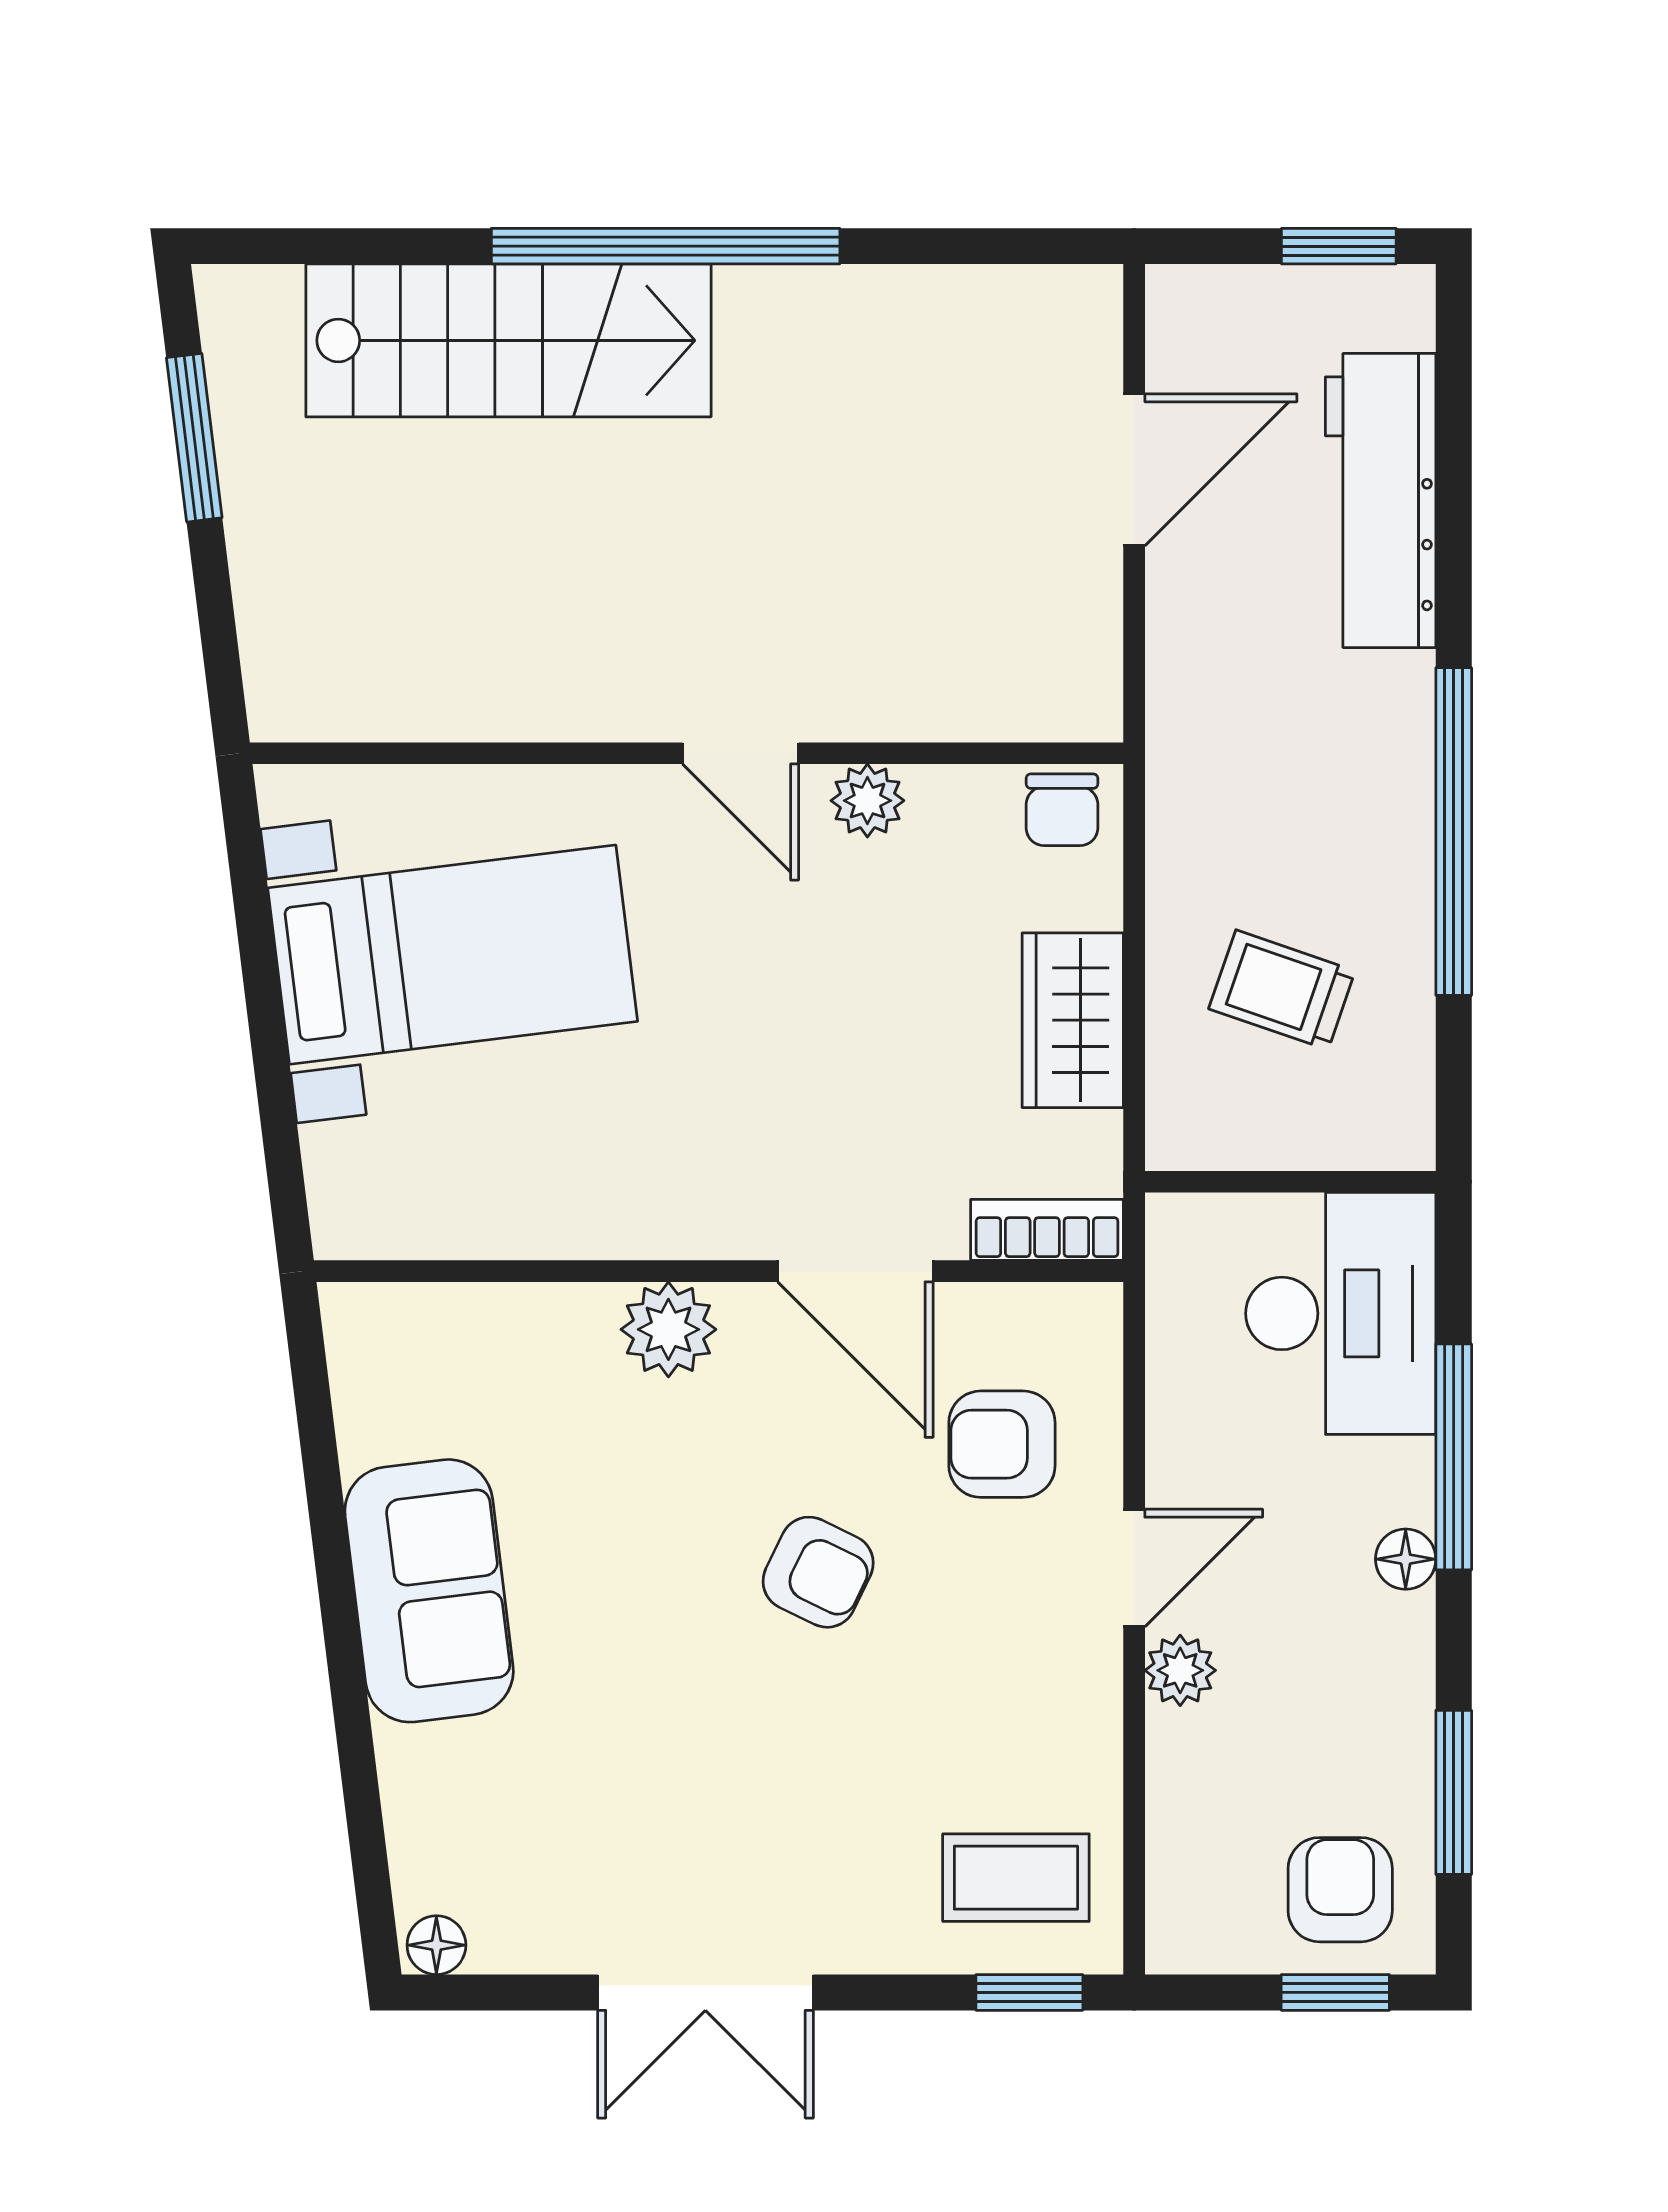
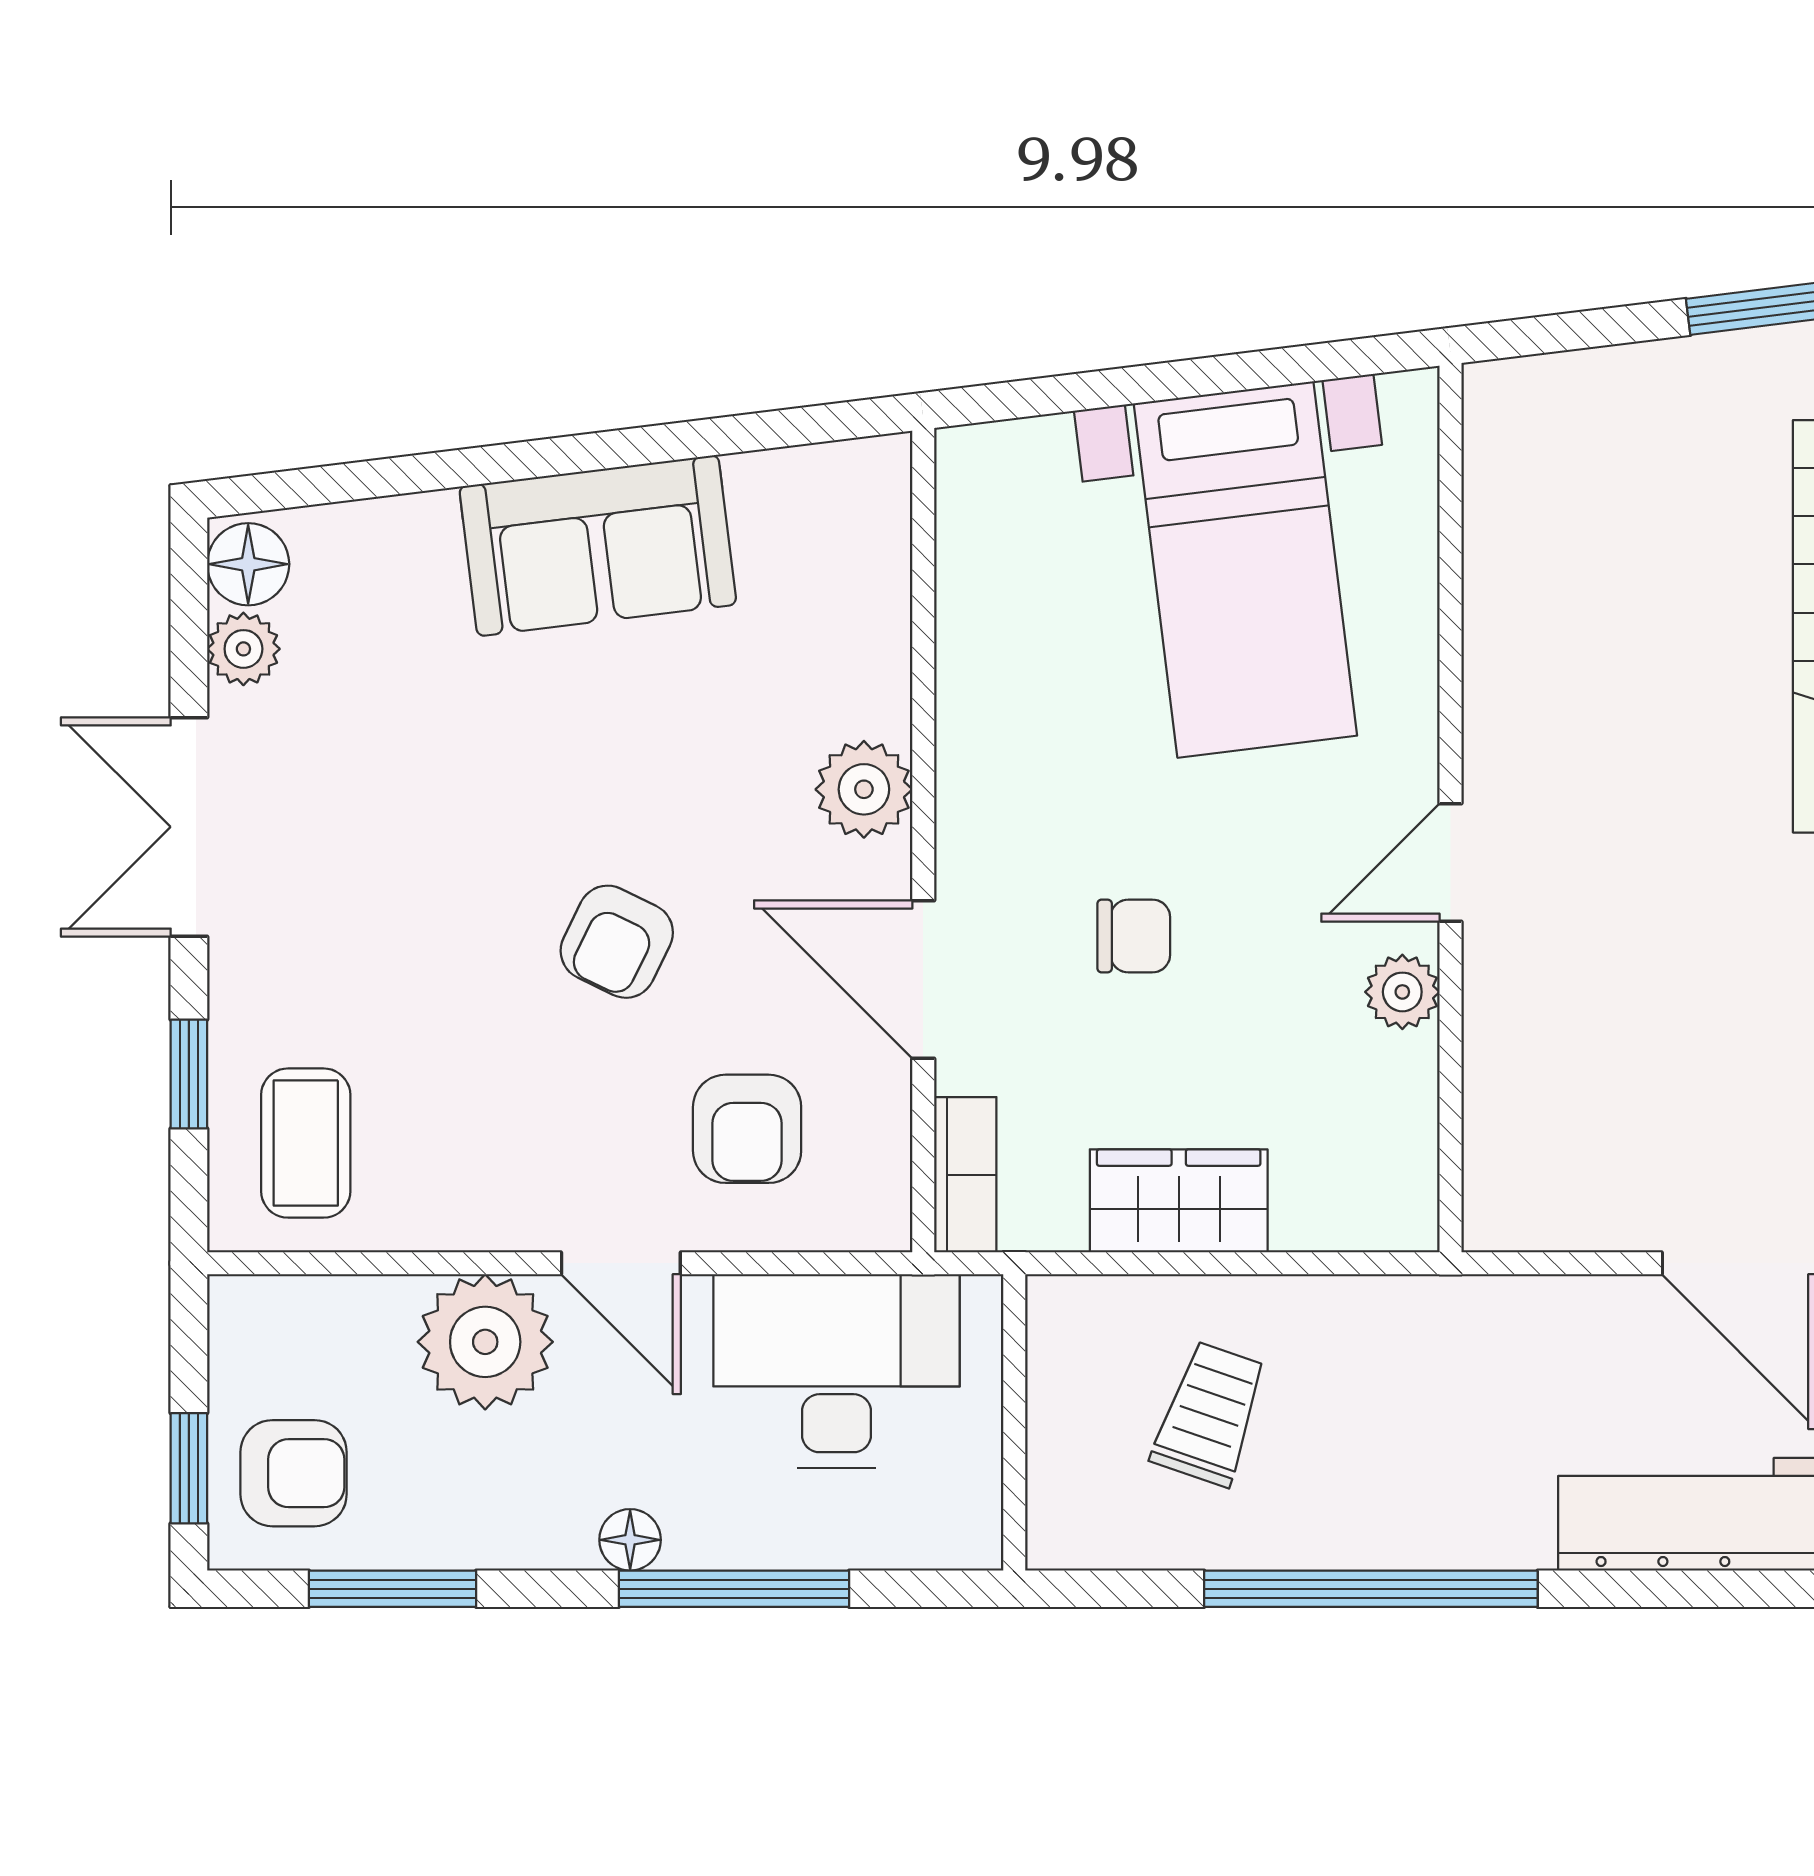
chair: (1062, 810) -> (1134, 936), moved, turned 180
door: (855, 1271) -> (923, 980), hinge flipped
desk: (1341, 1313) -> (837, 1371), moved, turned 180
armchair: (1002, 1444) -> (747, 1129), turned 180
plant: (1180, 1670) -> (485, 1342), width x1.88, depth x1.88
plant: (531, 1939) -> (243, 649), added
floor lamp: (436, 1945) -> (248, 564), width x1.37, depth x1.37
window: (1029, 1992) -> (189, 1074), moved

